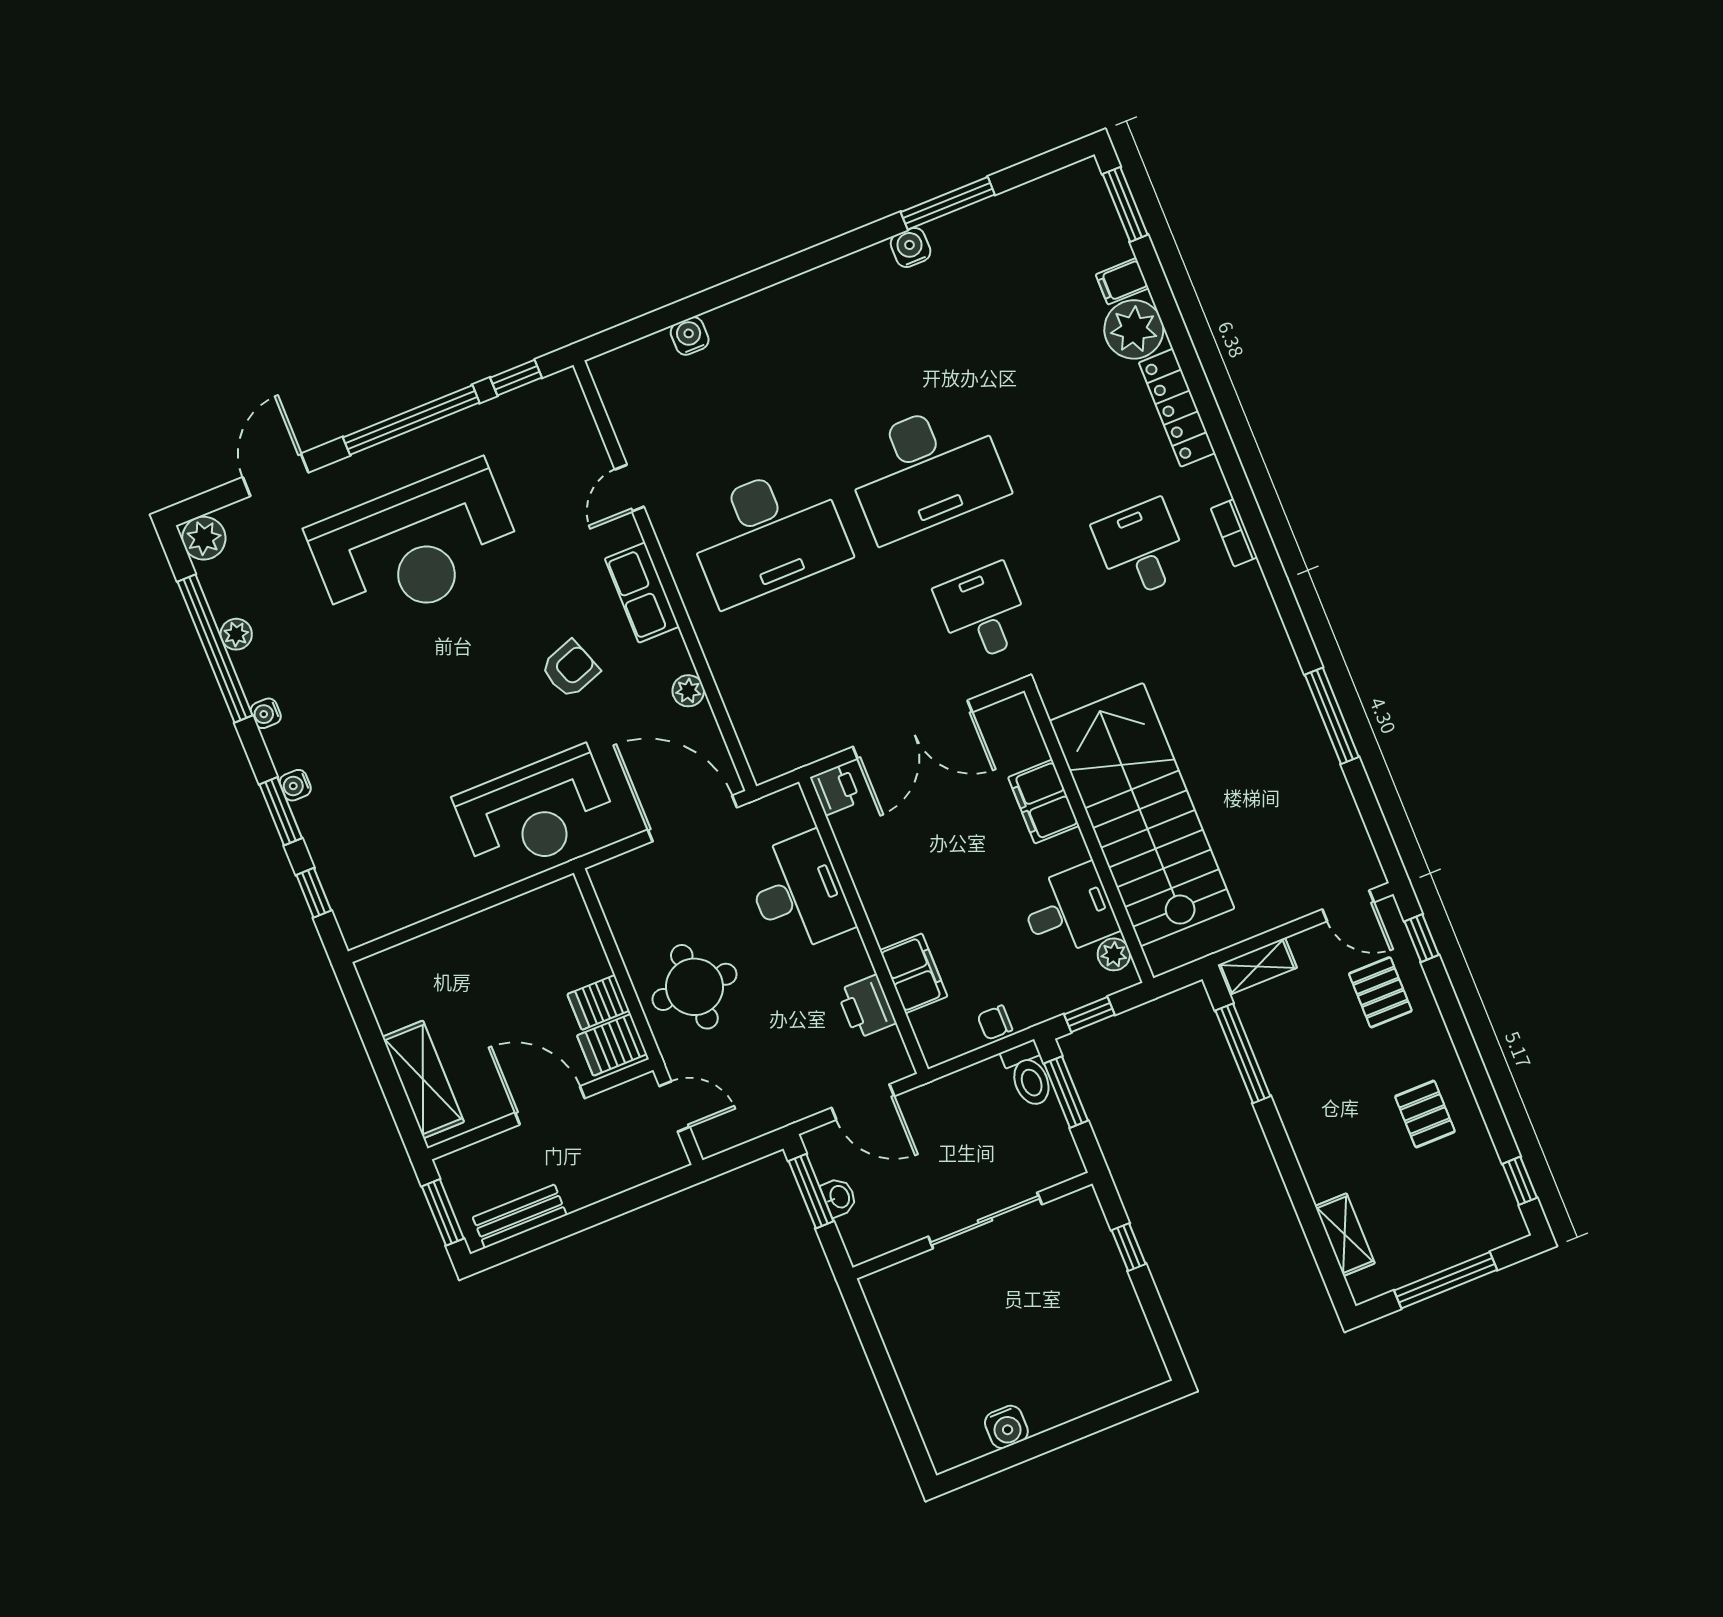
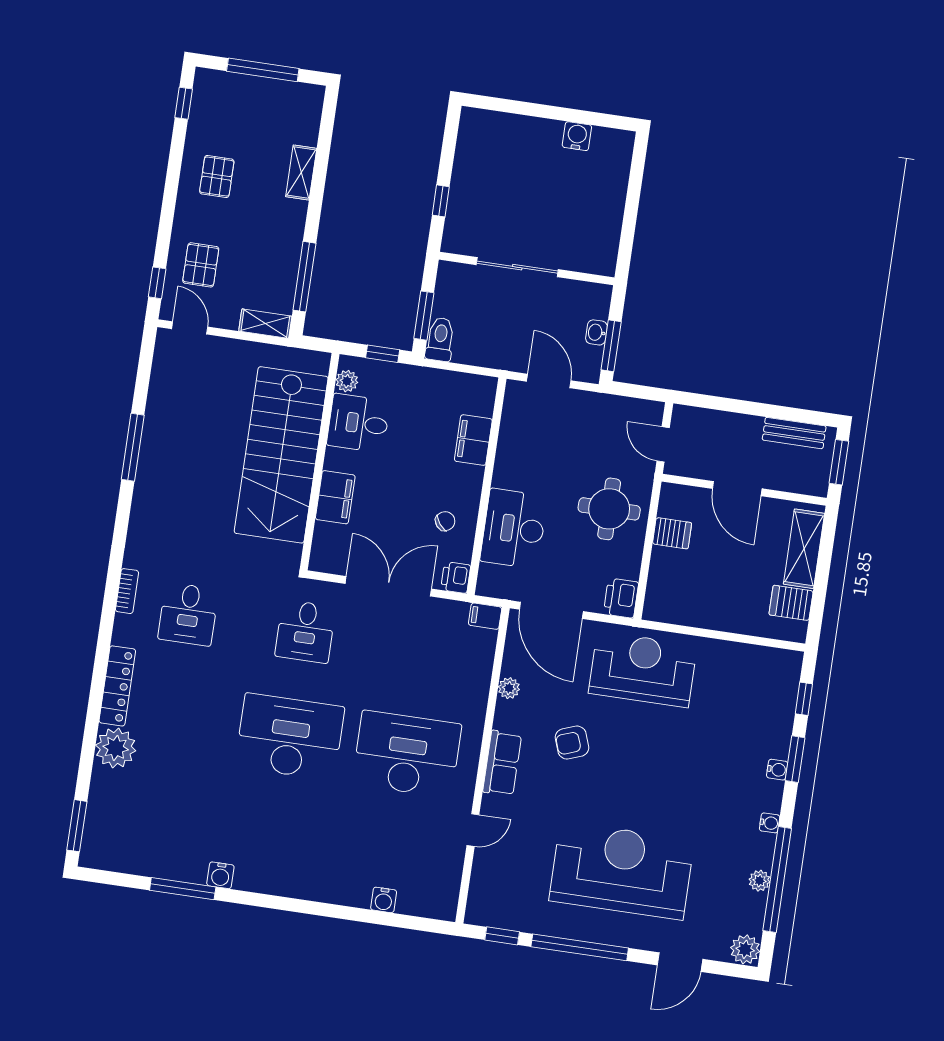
filing cabinet: (1122, 281) -> (485, 616), moved, turned 180
printer: (866, 1007) -> (621, 598), moved, turned 180
chair: (995, 1023) -> (445, 521), moved, turned -38
server rack: (612, 1045) -> (791, 603), moved, turned 180
shelving: (1345, 1235) -> (301, 173), moved

